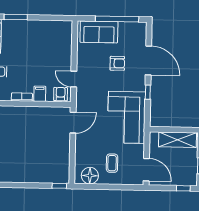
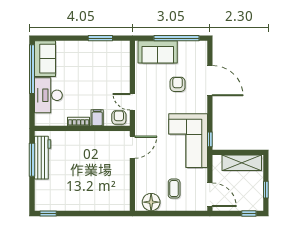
window: (16, 17) -> (100, 38), moved
armchair: (117, 63) -> (178, 84), turned -90
window: (148, 92) -> (210, 139), moved
window: (59, 186) -> (119, 213), removed

